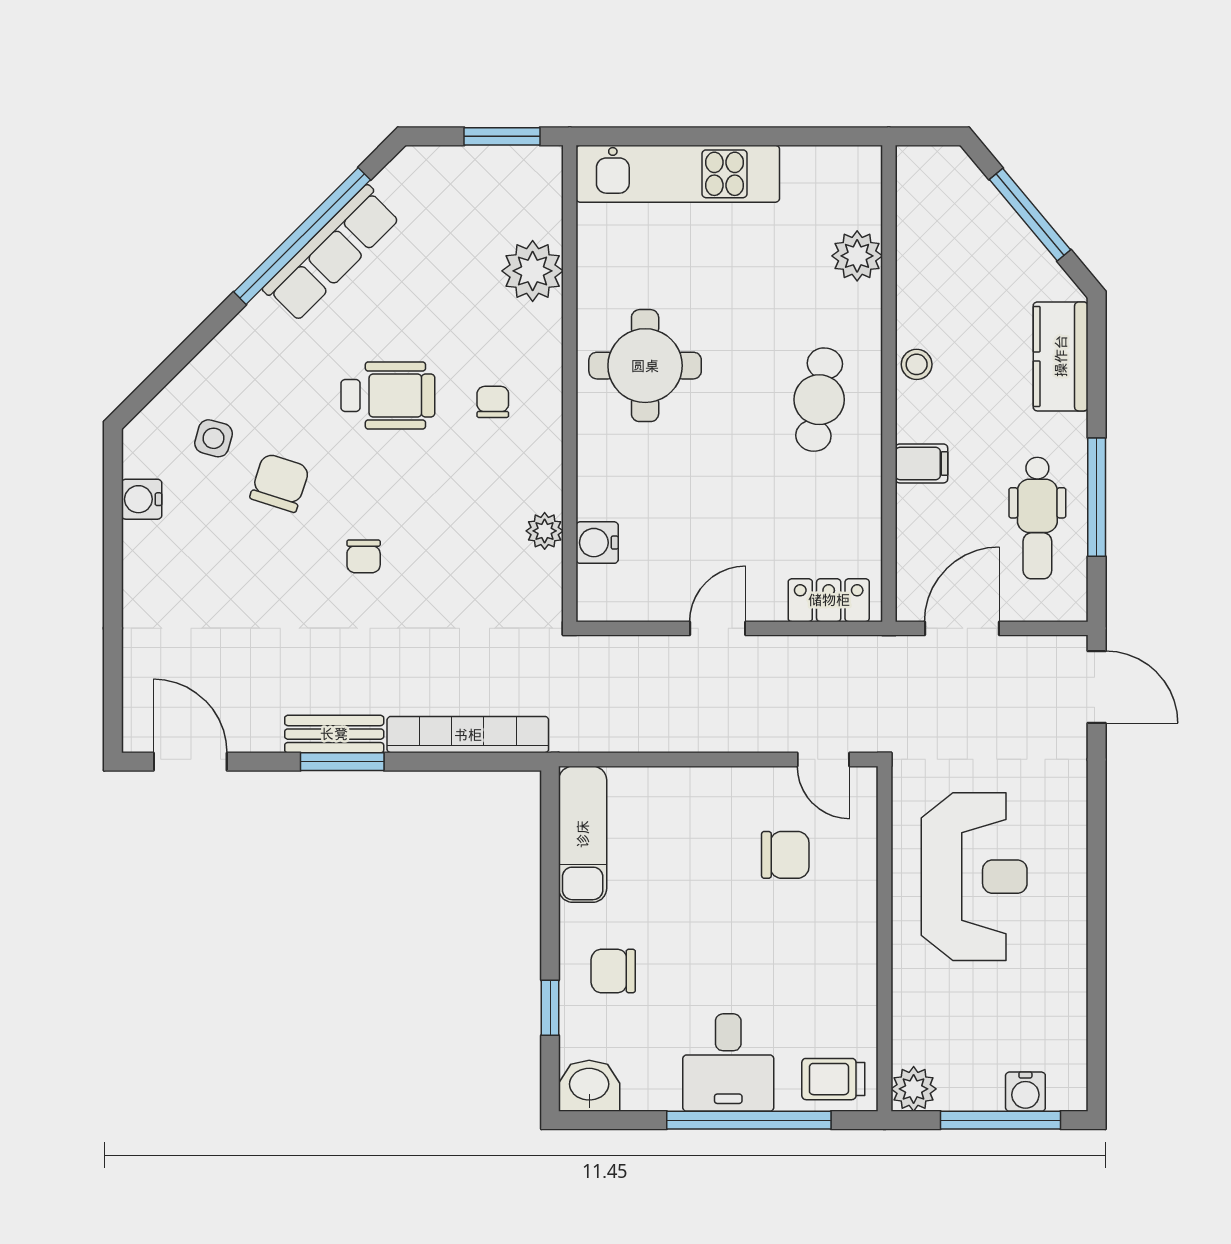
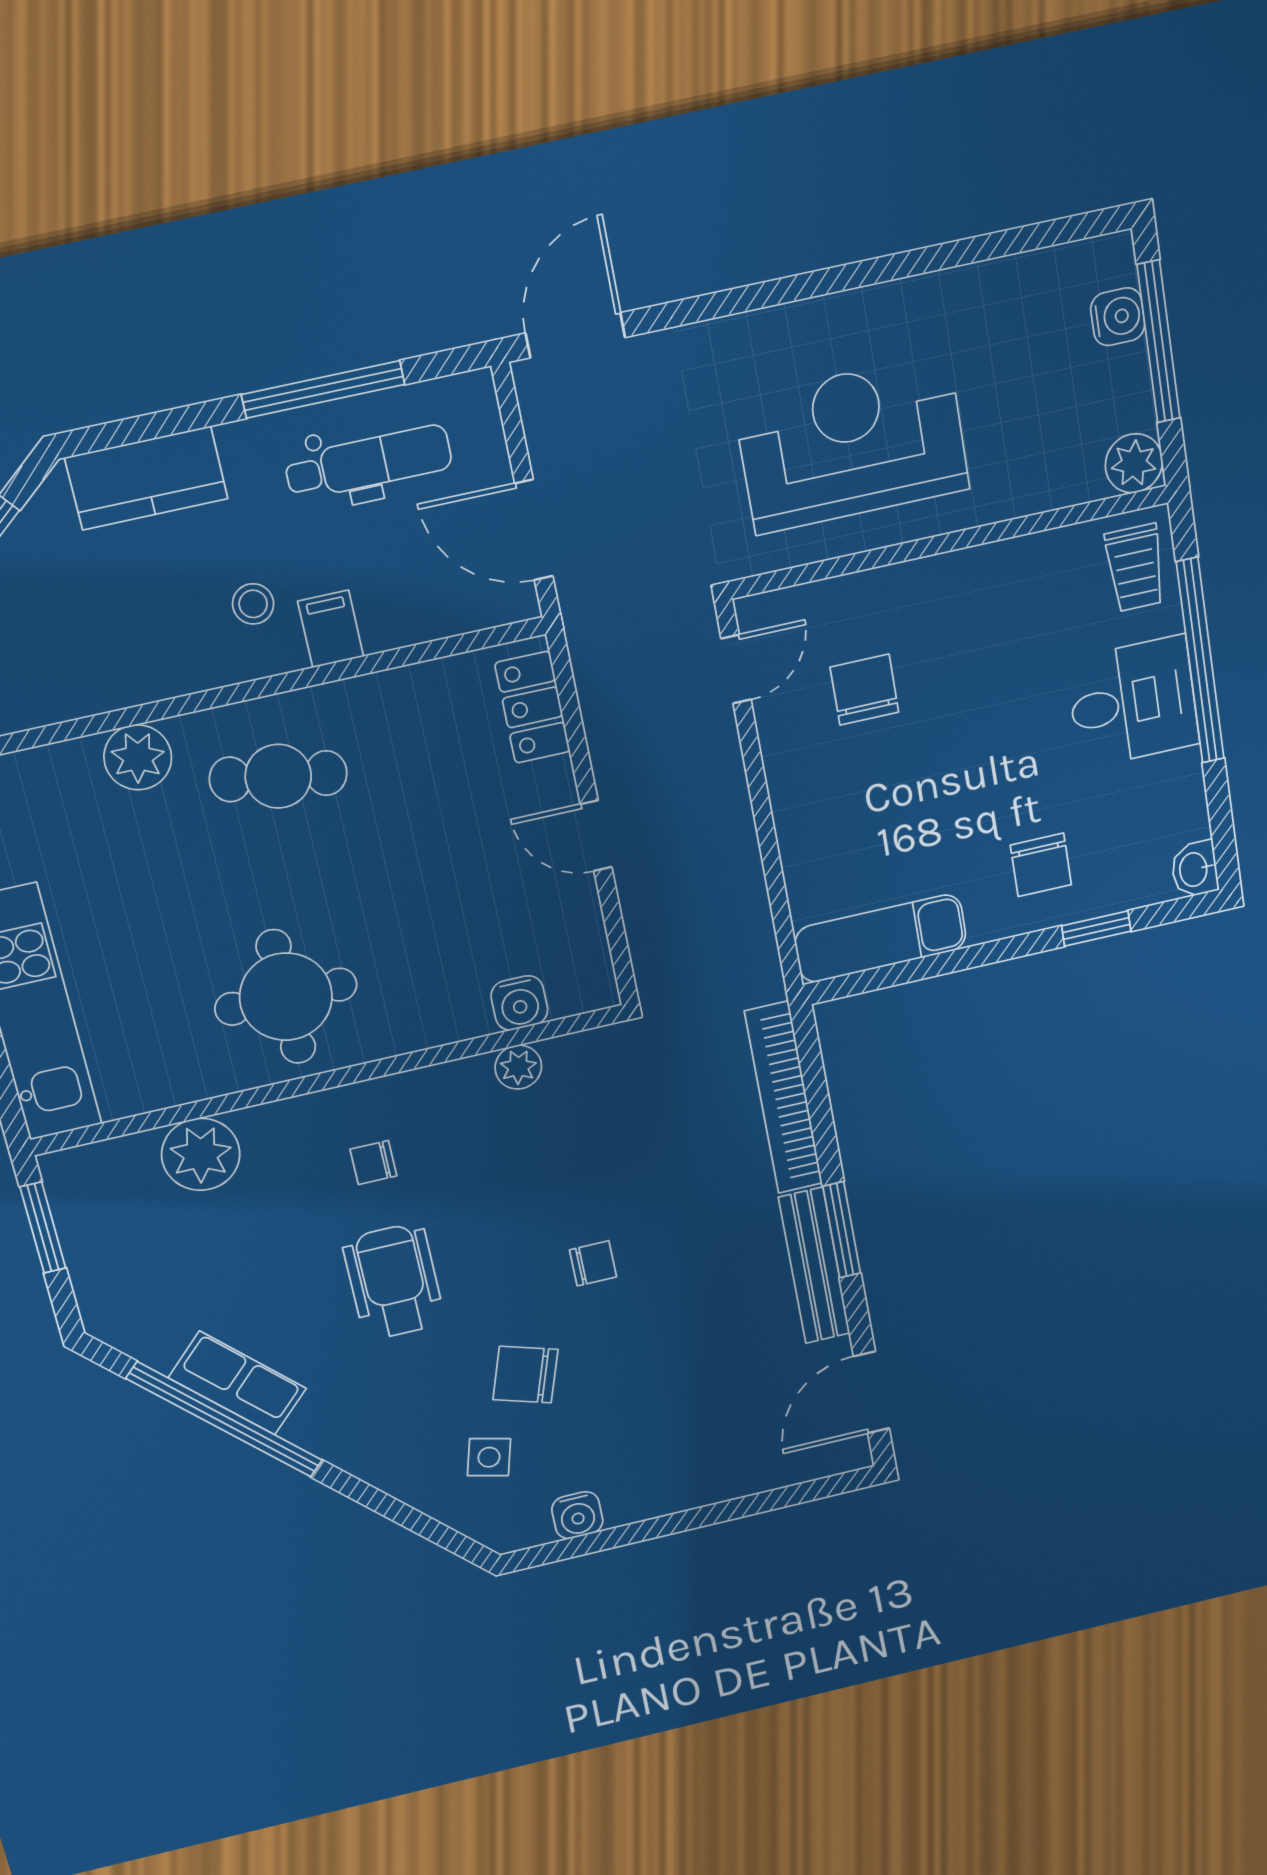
row of seats: (331, 253) -> (237, 1383), width x0.68
plant: (857, 256) -> (138, 757), moved
stool: (917, 364) -> (253, 604), moved
bench: (334, 734) -> (814, 1266), width x1.36
washbasin: (589, 1086) -> (1195, 869), width x0.72, depth x0.69

